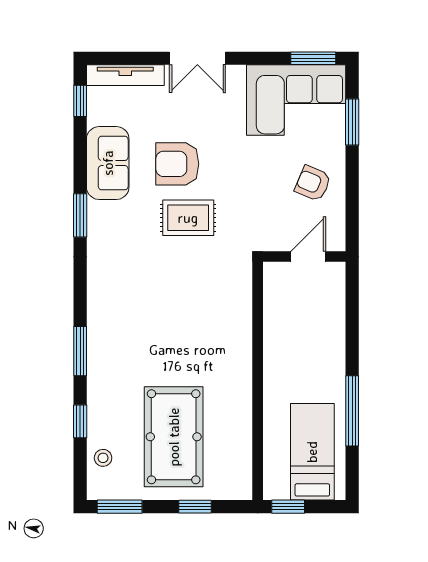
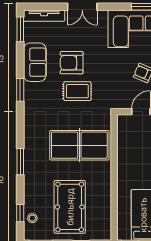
window: (80, 101) -> (20, 29), width x1.50
table tennis table: (192, 320) -> (79, 145), added
window: (80, 421) -> (20, 213), moved

